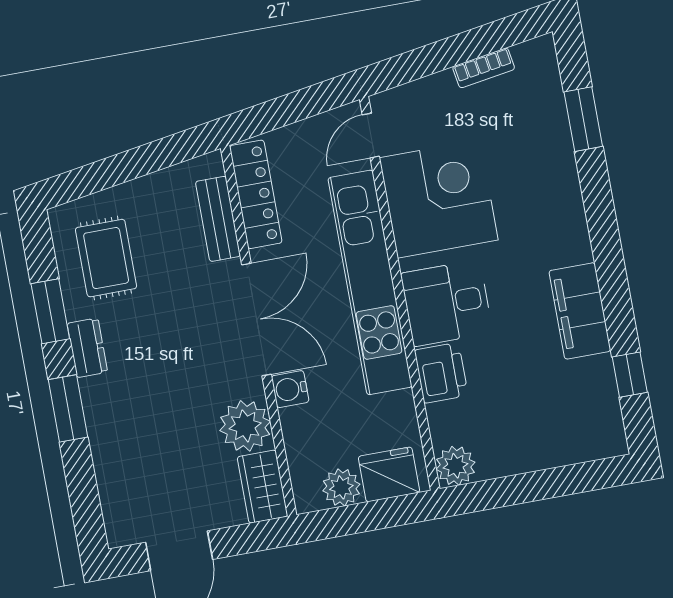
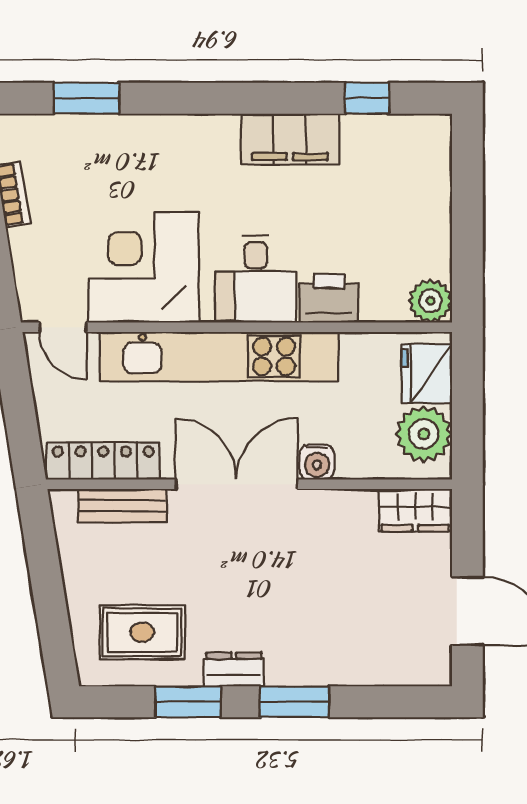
plant: (245, 426) -> (347, 517), removed
plant: (341, 487) -> (424, 434), width x1.36, depth x1.36

